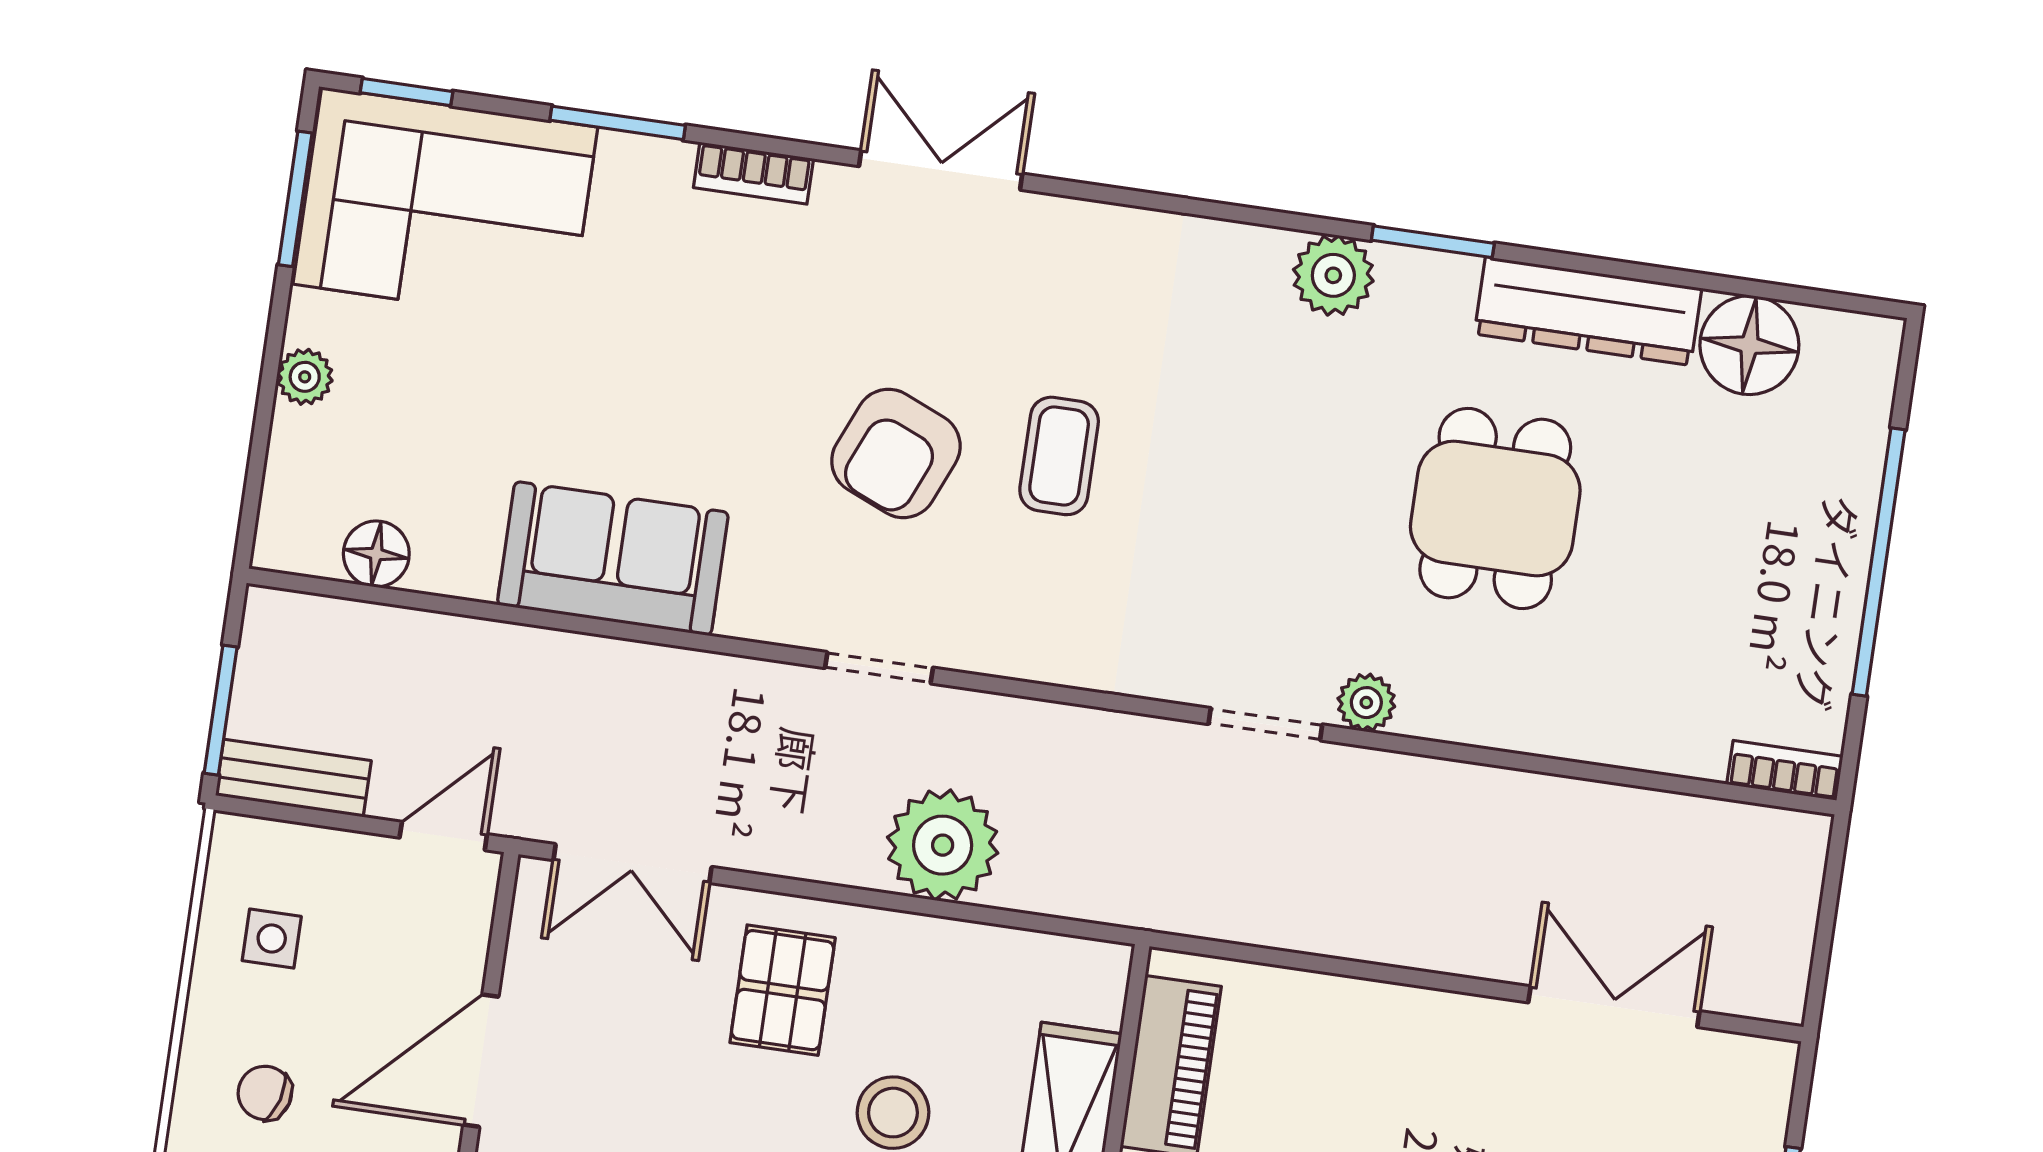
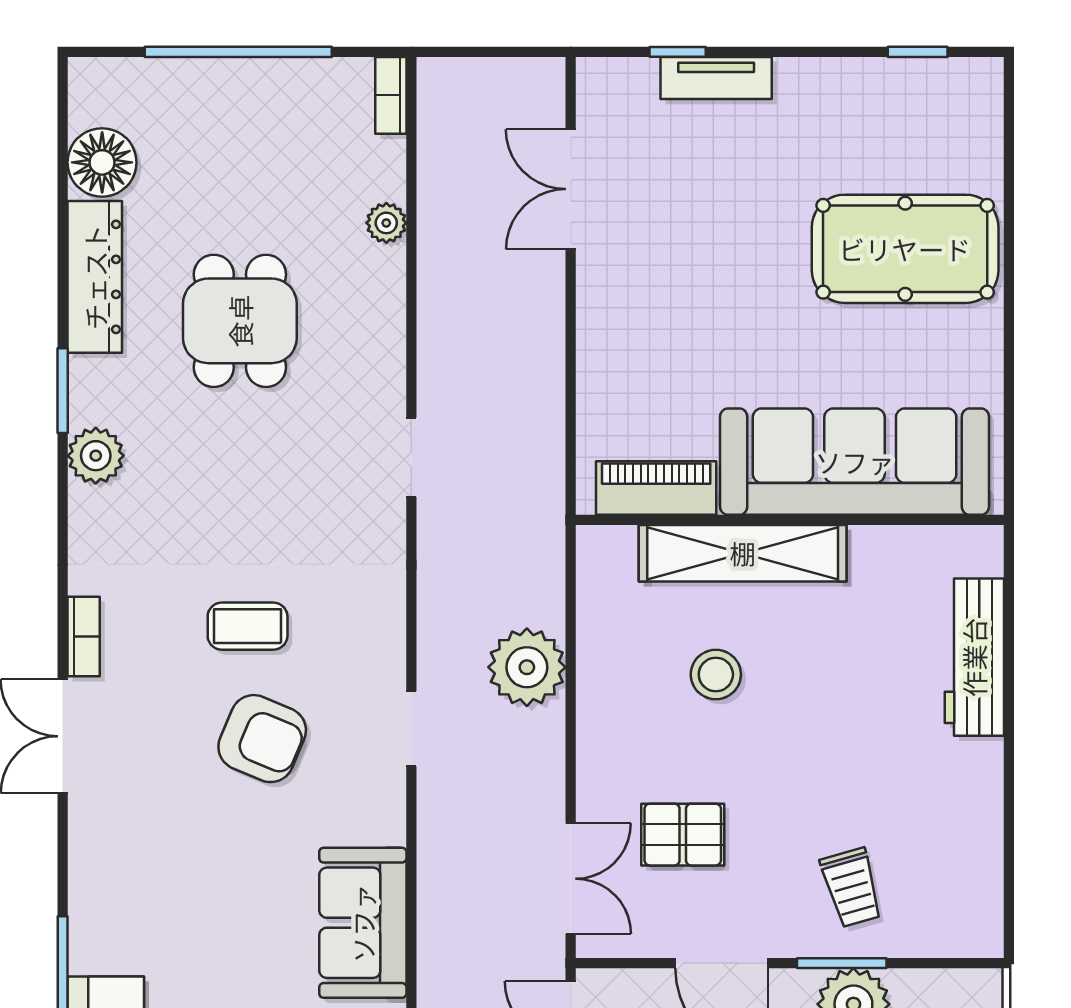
bookcase: (753, 173) -> (84, 636), moved
dining table: (1495, 509) -> (240, 321), turned 90
plant: (1366, 703) -> (386, 223), moved
pallet: (783, 990) -> (683, 835), moved

